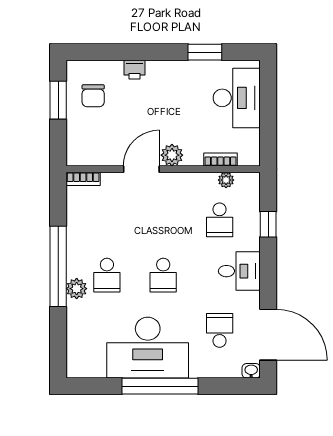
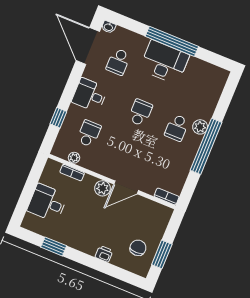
desk: (237, 98) -> (47, 203), width x0.73
school desk: (107, 275) -> (177, 128), turned 180
desk: (148, 348) -> (164, 62), width x0.73, depth x0.77

